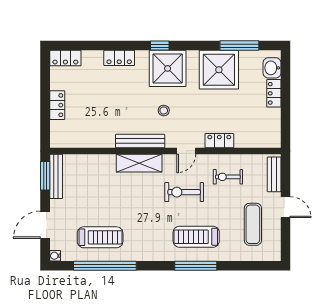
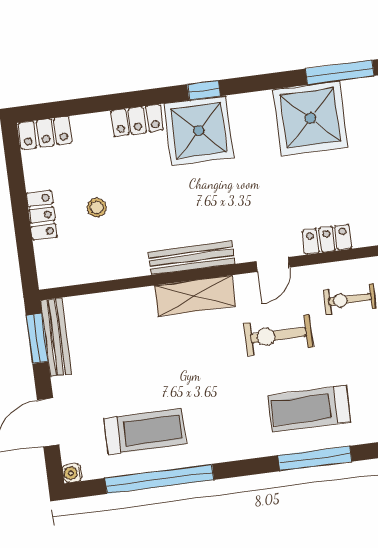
shower: (168, 68) -> (199, 131), moved
stool: (164, 110) -> (97, 208), moved

